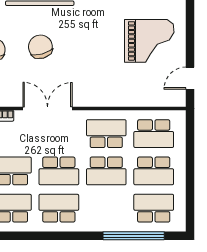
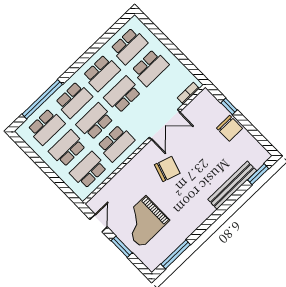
window: (190, 38) -> (122, 247), added
chair: (40, 47) -> (167, 169), moved, turned -56
school desk: (106, 208) -> (74, 100), added

